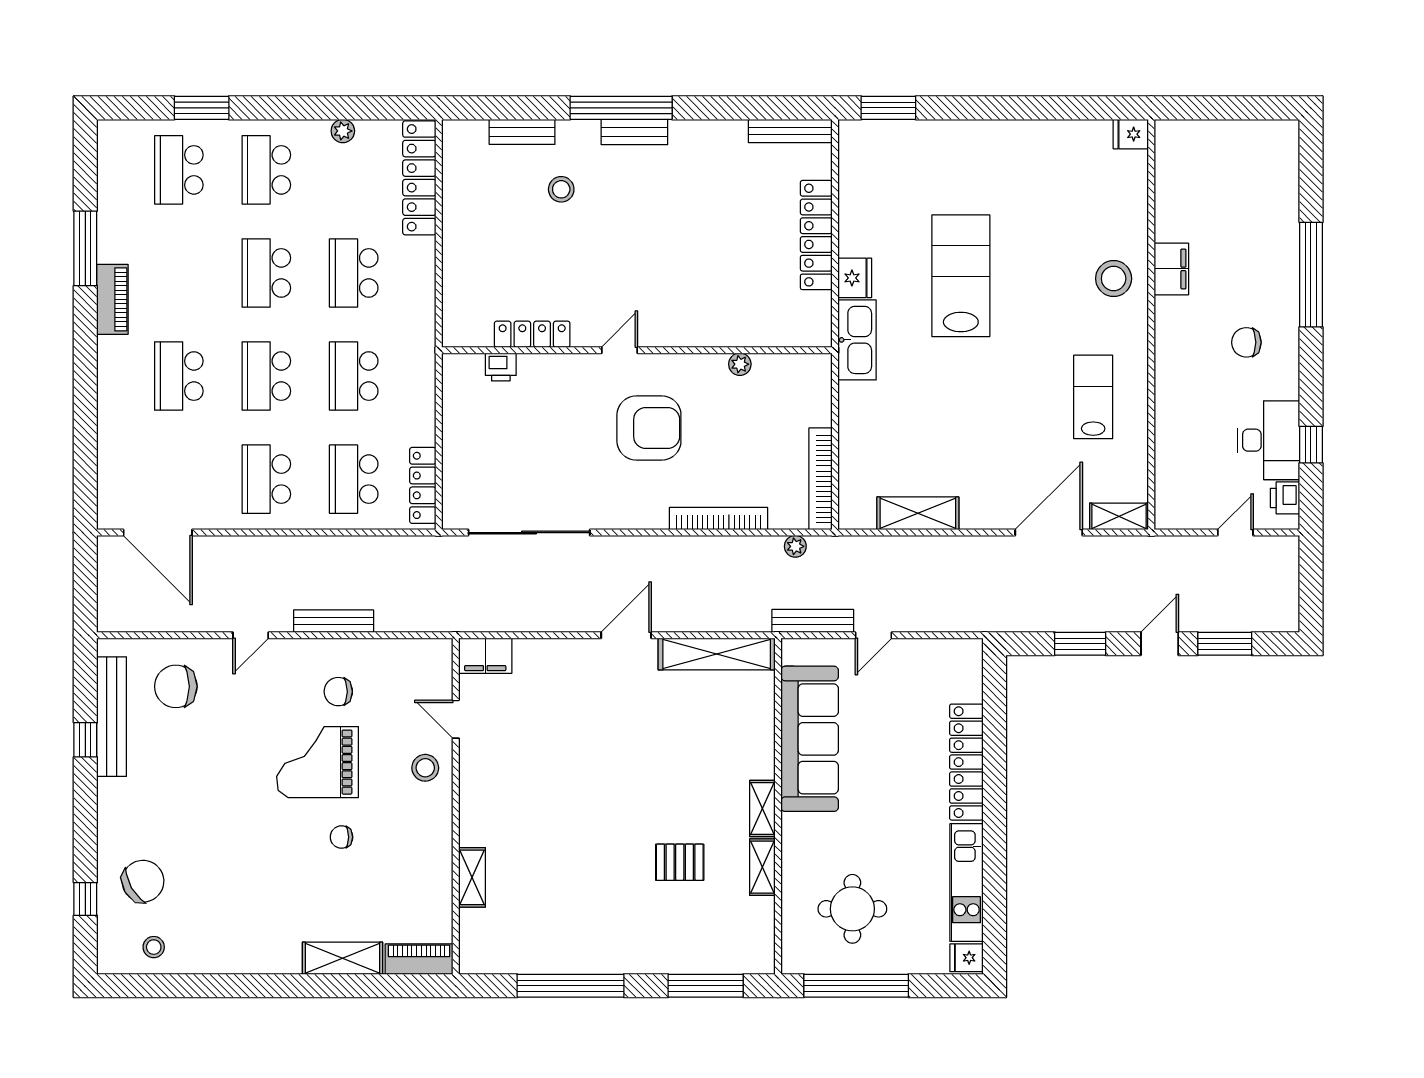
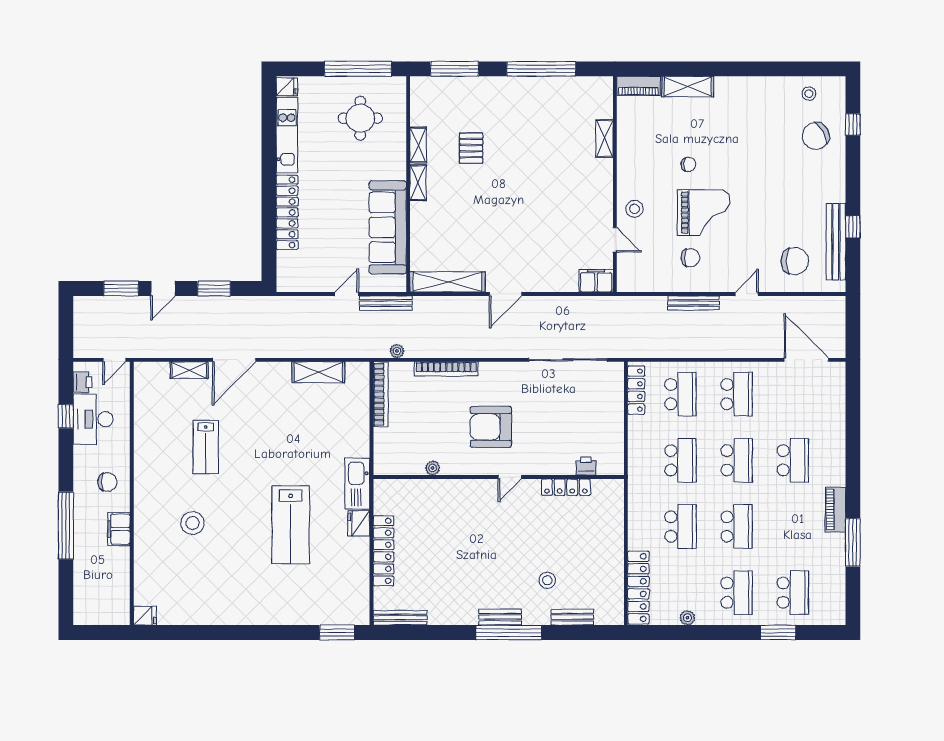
fridge: (1131, 134) -> (145, 616), moved
filing cabinet: (1171, 269) -> (119, 529), moved
wall: (1151, 325) -> (132, 493), moved
pallet: (680, 862) -> (471, 148), turned 90

